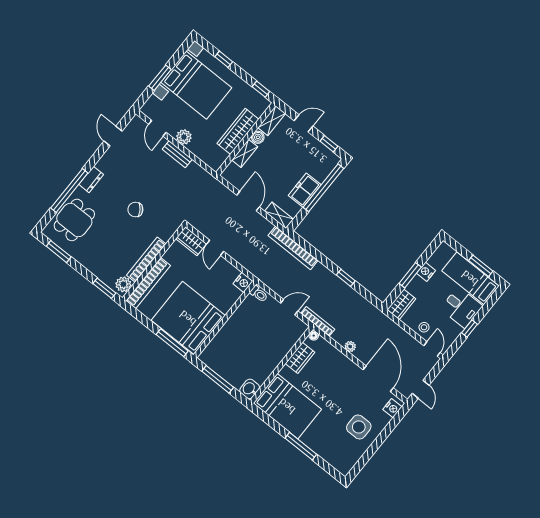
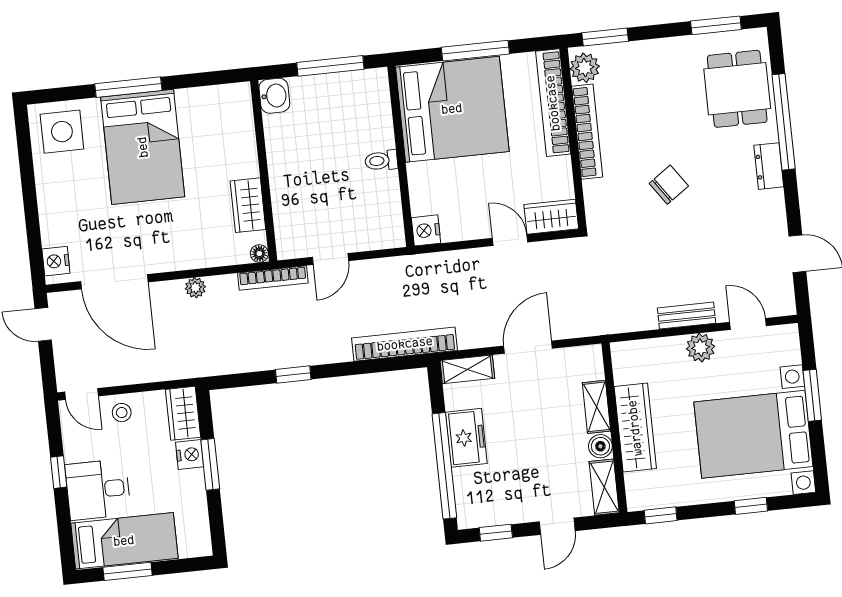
door: (248, 201) -> (528, 347), swing flipped
nightstand: (426, 272) -> (190, 455), moved
toilet: (259, 294) -> (381, 161), moved
window: (172, 343) -> (475, 51), moved
bed: (287, 406) -> (143, 147), moved, turned -90
side table: (359, 427) -> (62, 132), moved

